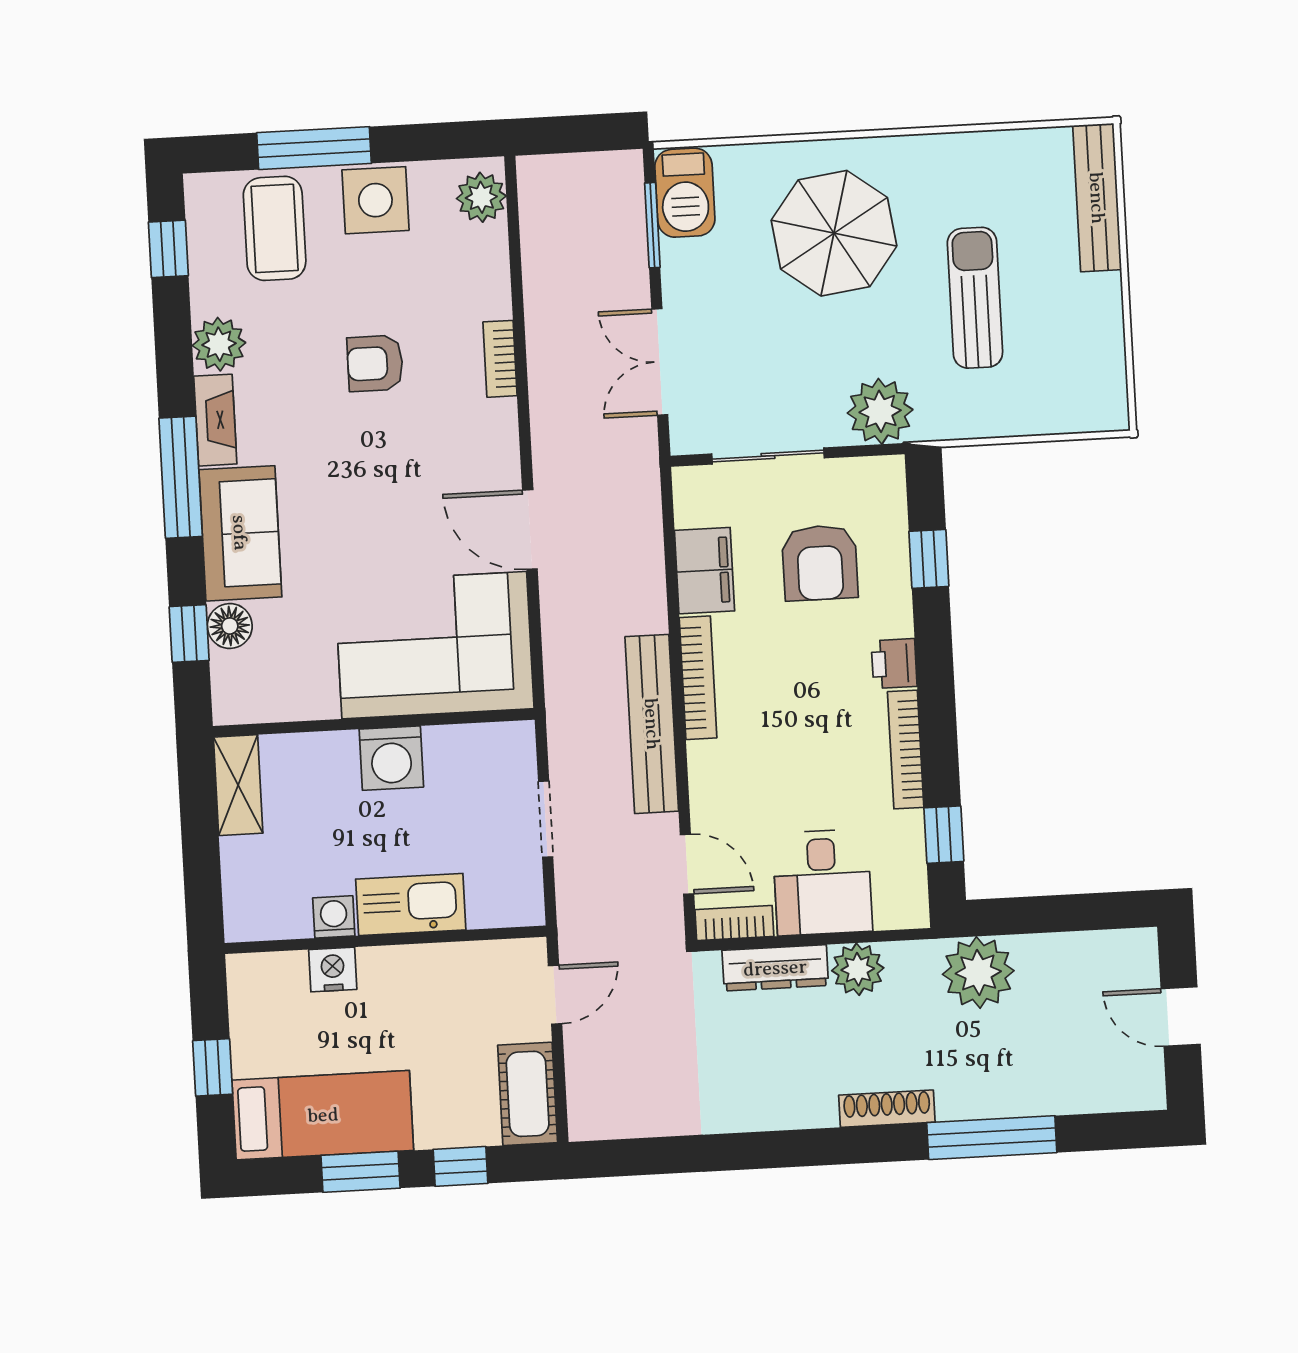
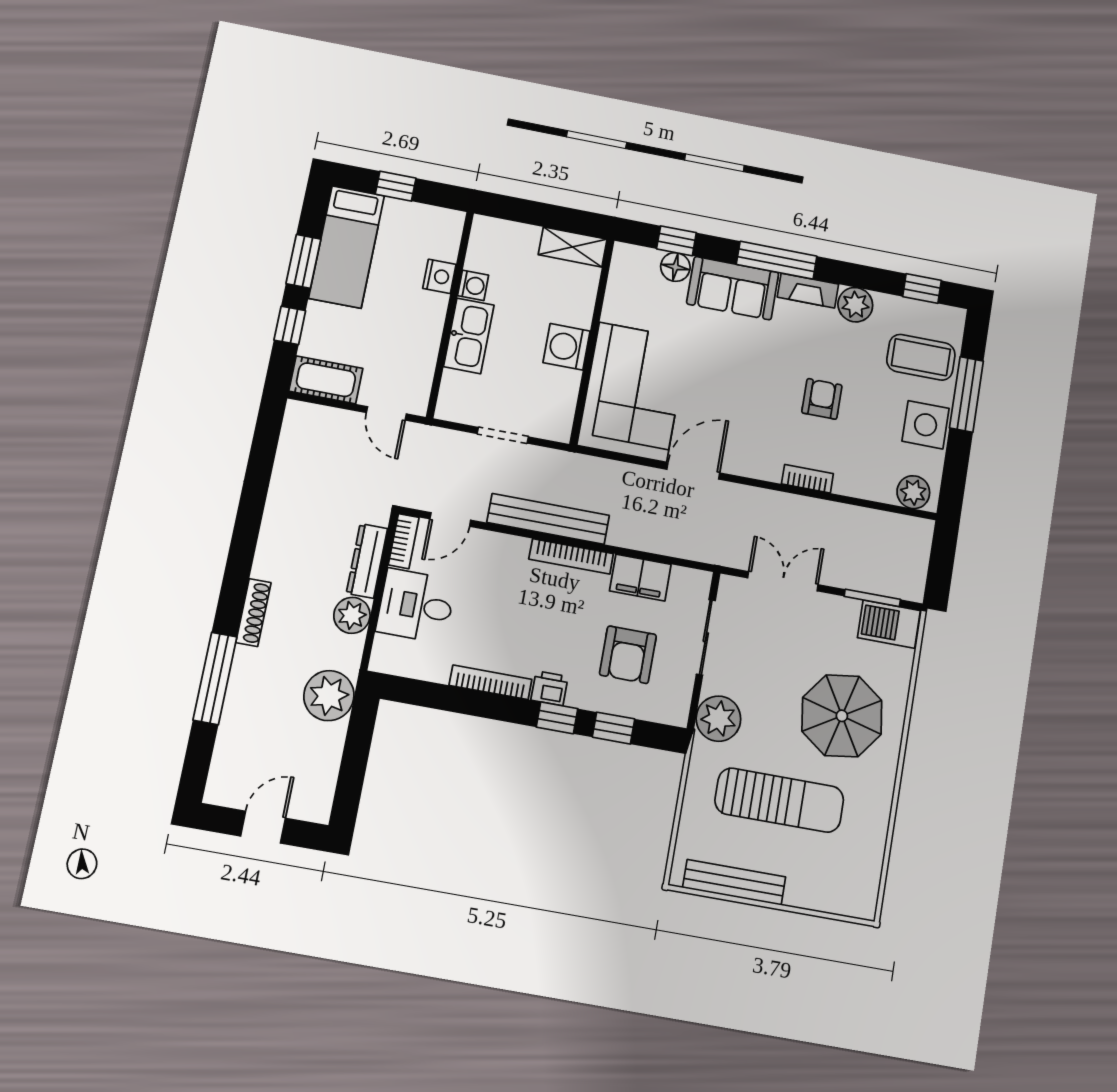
bench: (1097, 198) -> (734, 882), moved
sun lounger: (975, 298) -> (779, 800), width x1.36, depth x1.34
armchair: (820, 563) -> (628, 655), turned -90
window: (944, 835) -> (557, 718), moved

